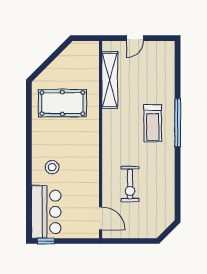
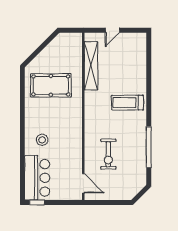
treadmill: (153, 123) -> (128, 103), turned 90
window: (178, 123) -> (149, 147), moved

